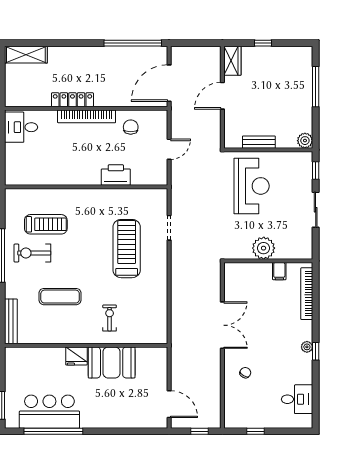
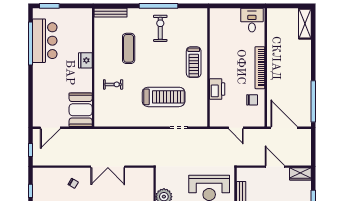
locker: (72, 100) -> (272, 57), removed
treadmill: (46, 224) -> (194, 62), moved
booth: (112, 362) -> (81, 110), moved

